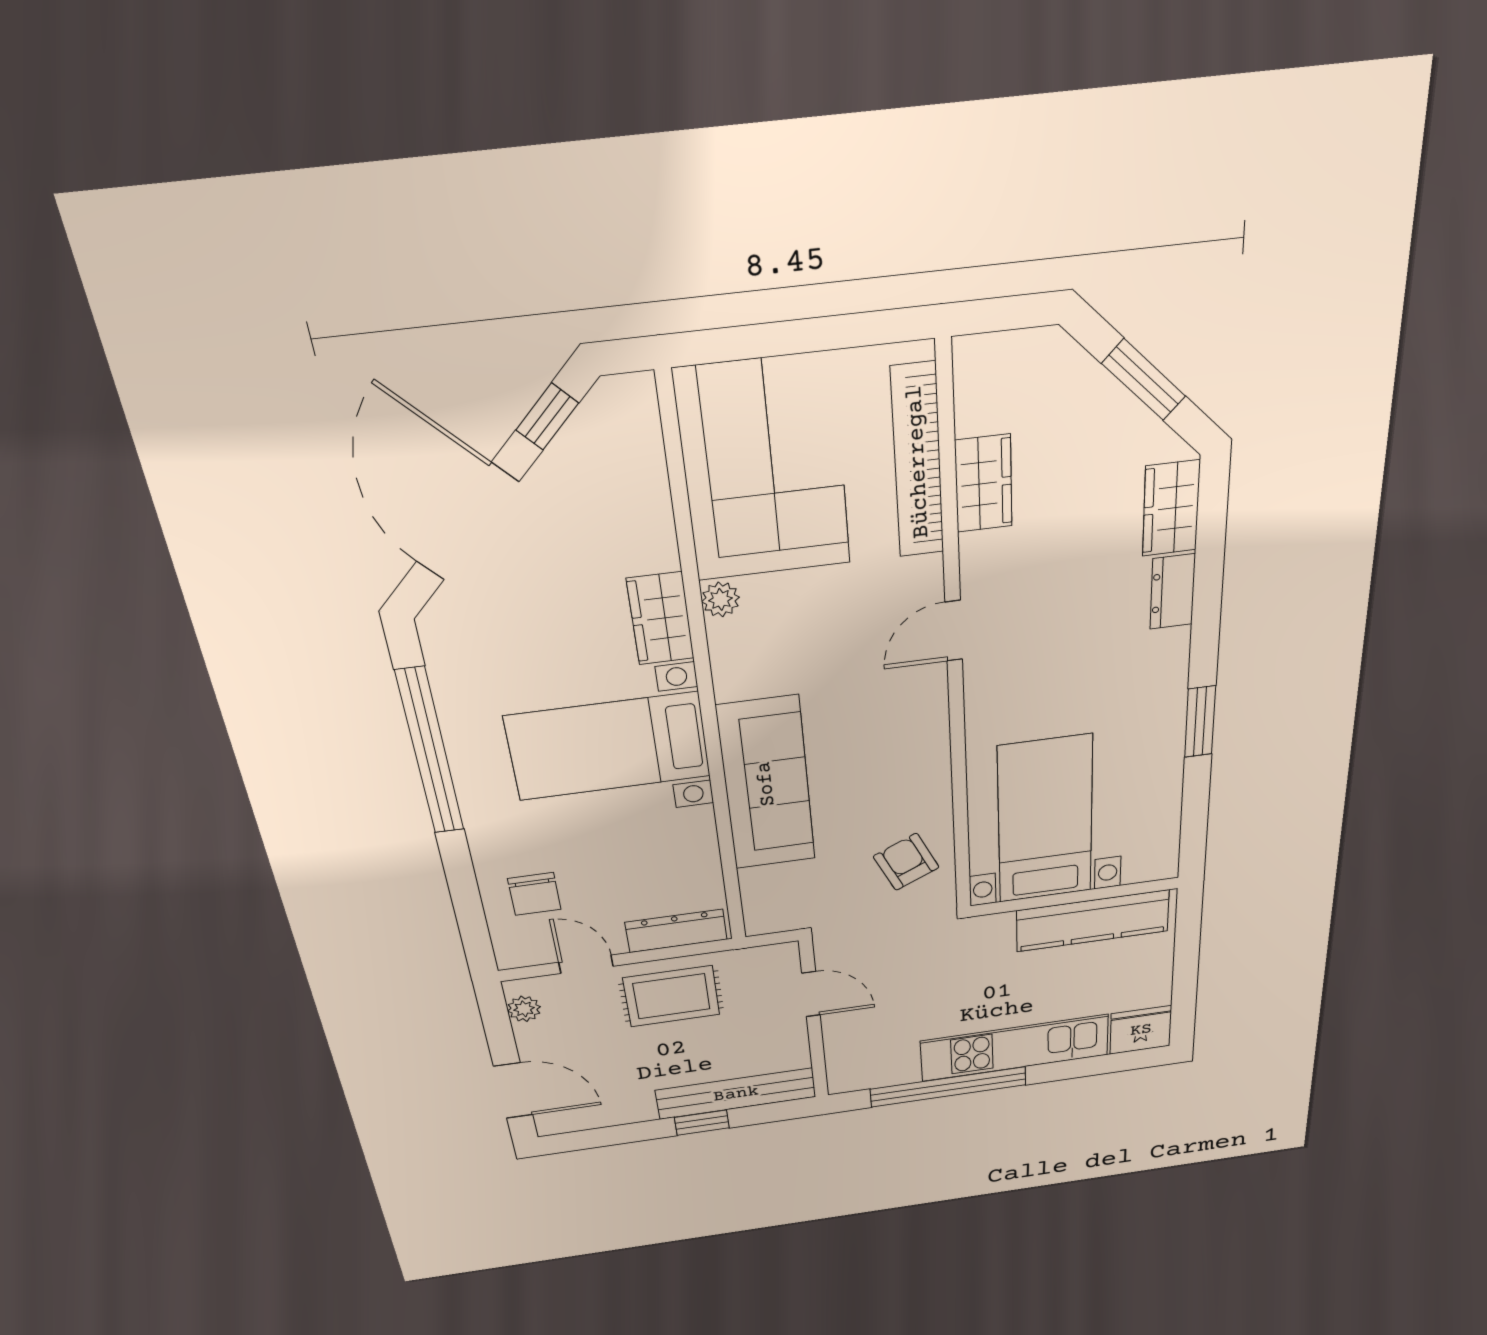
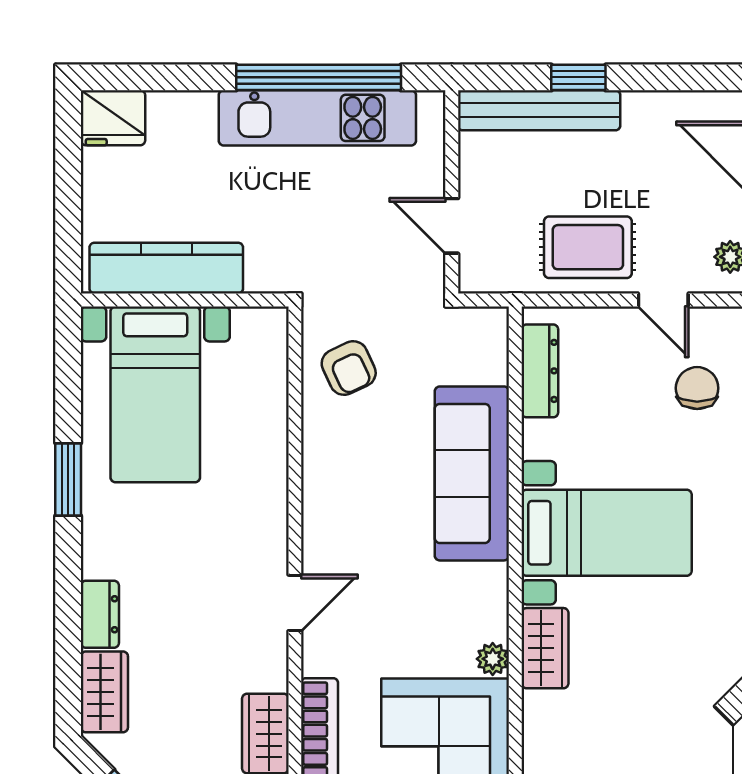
bed with nightstands: (1045, 820) -> (155, 394), moved
dresser: (676, 931) -> (540, 371), moved, turned -90
kitchen unit: (1015, 1048) -> (317, 118), moved

